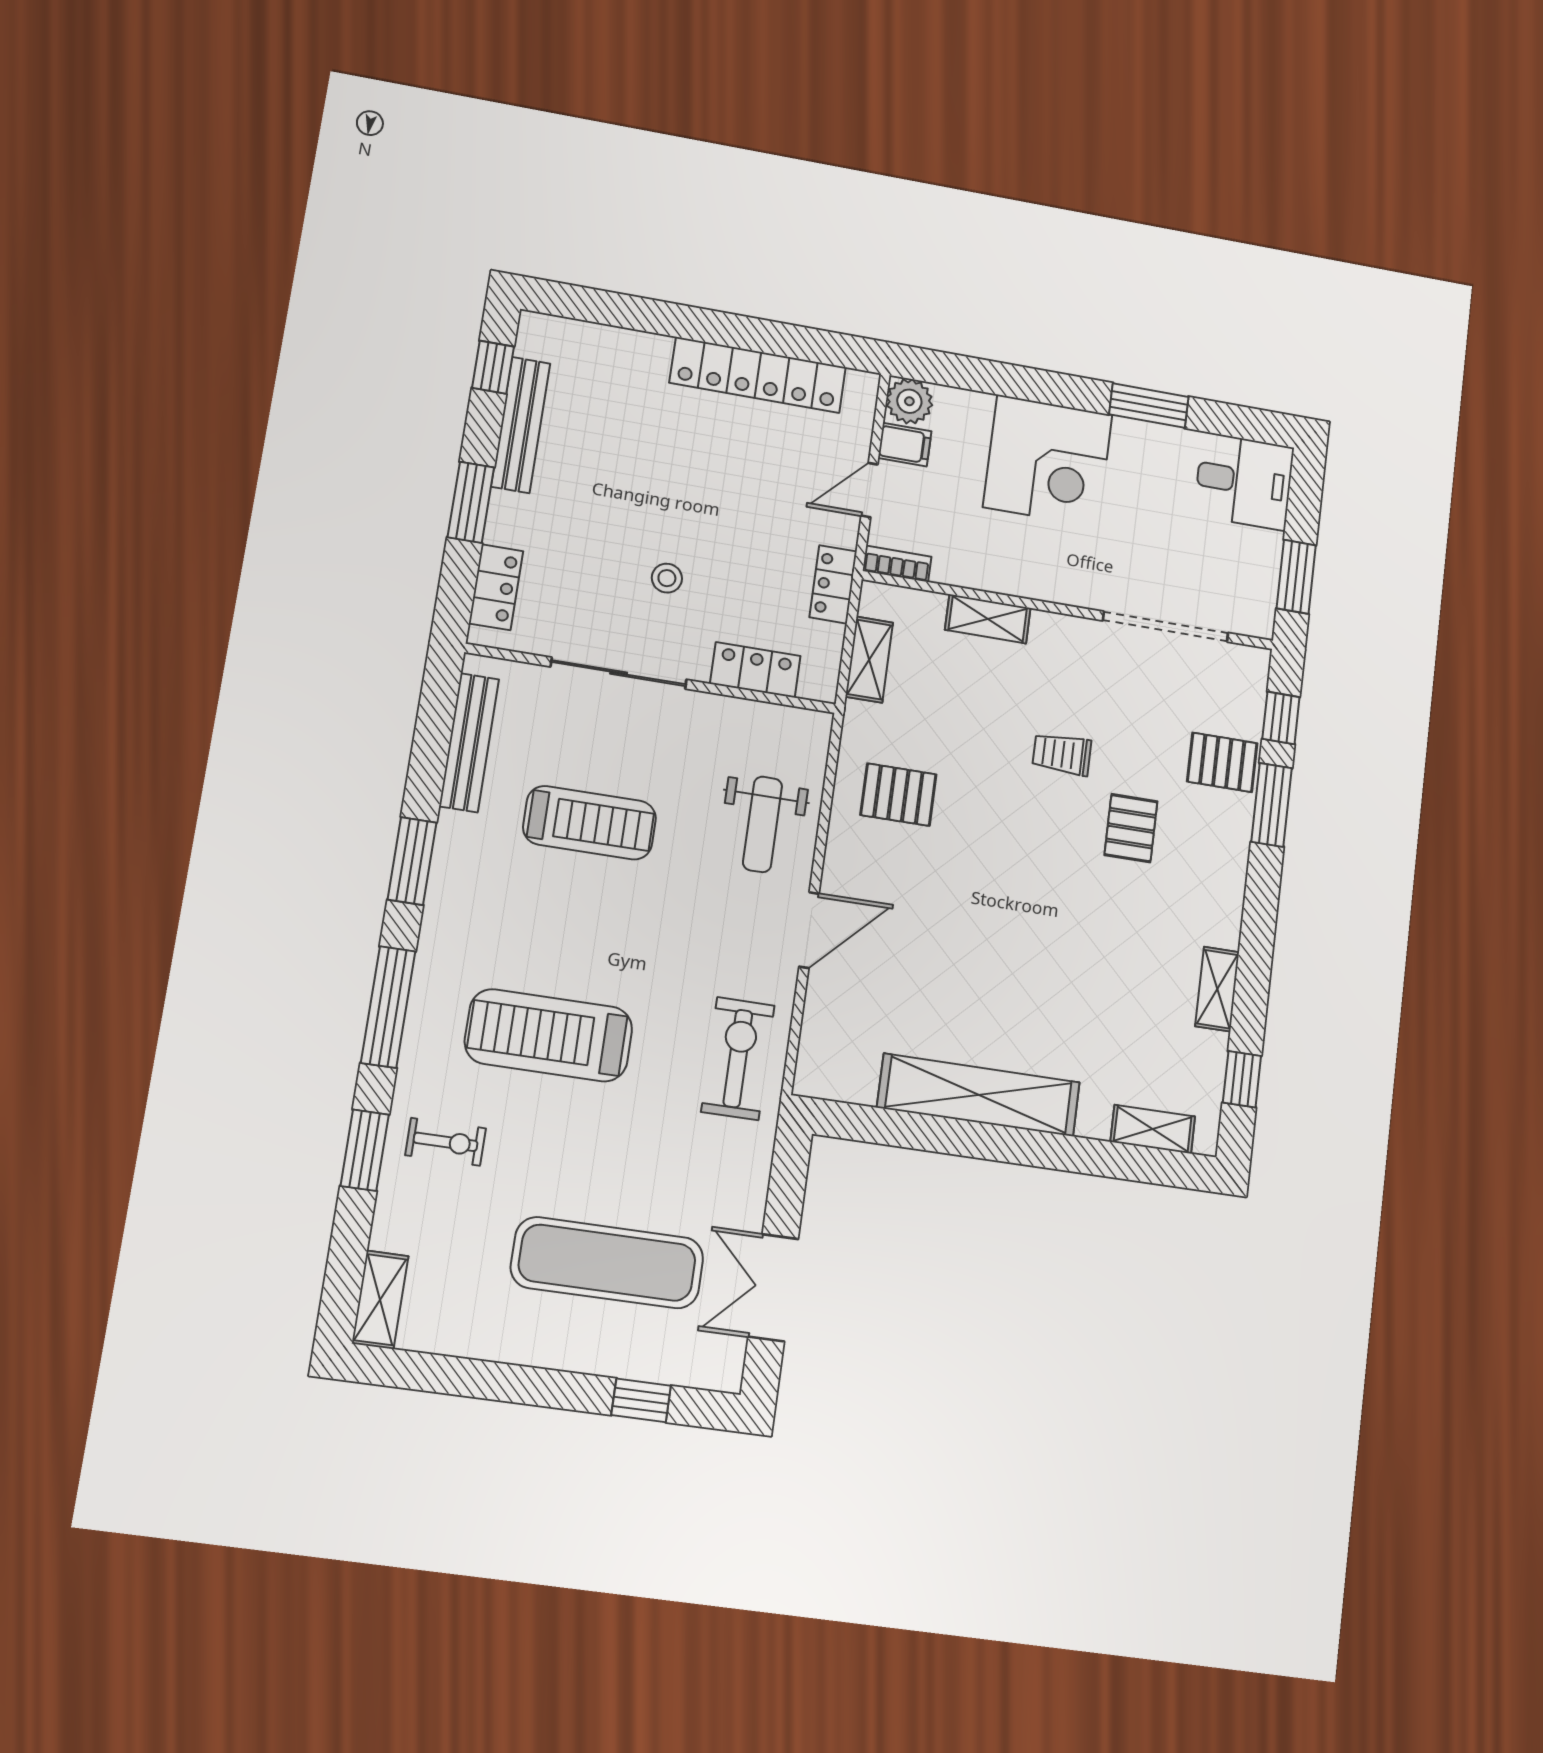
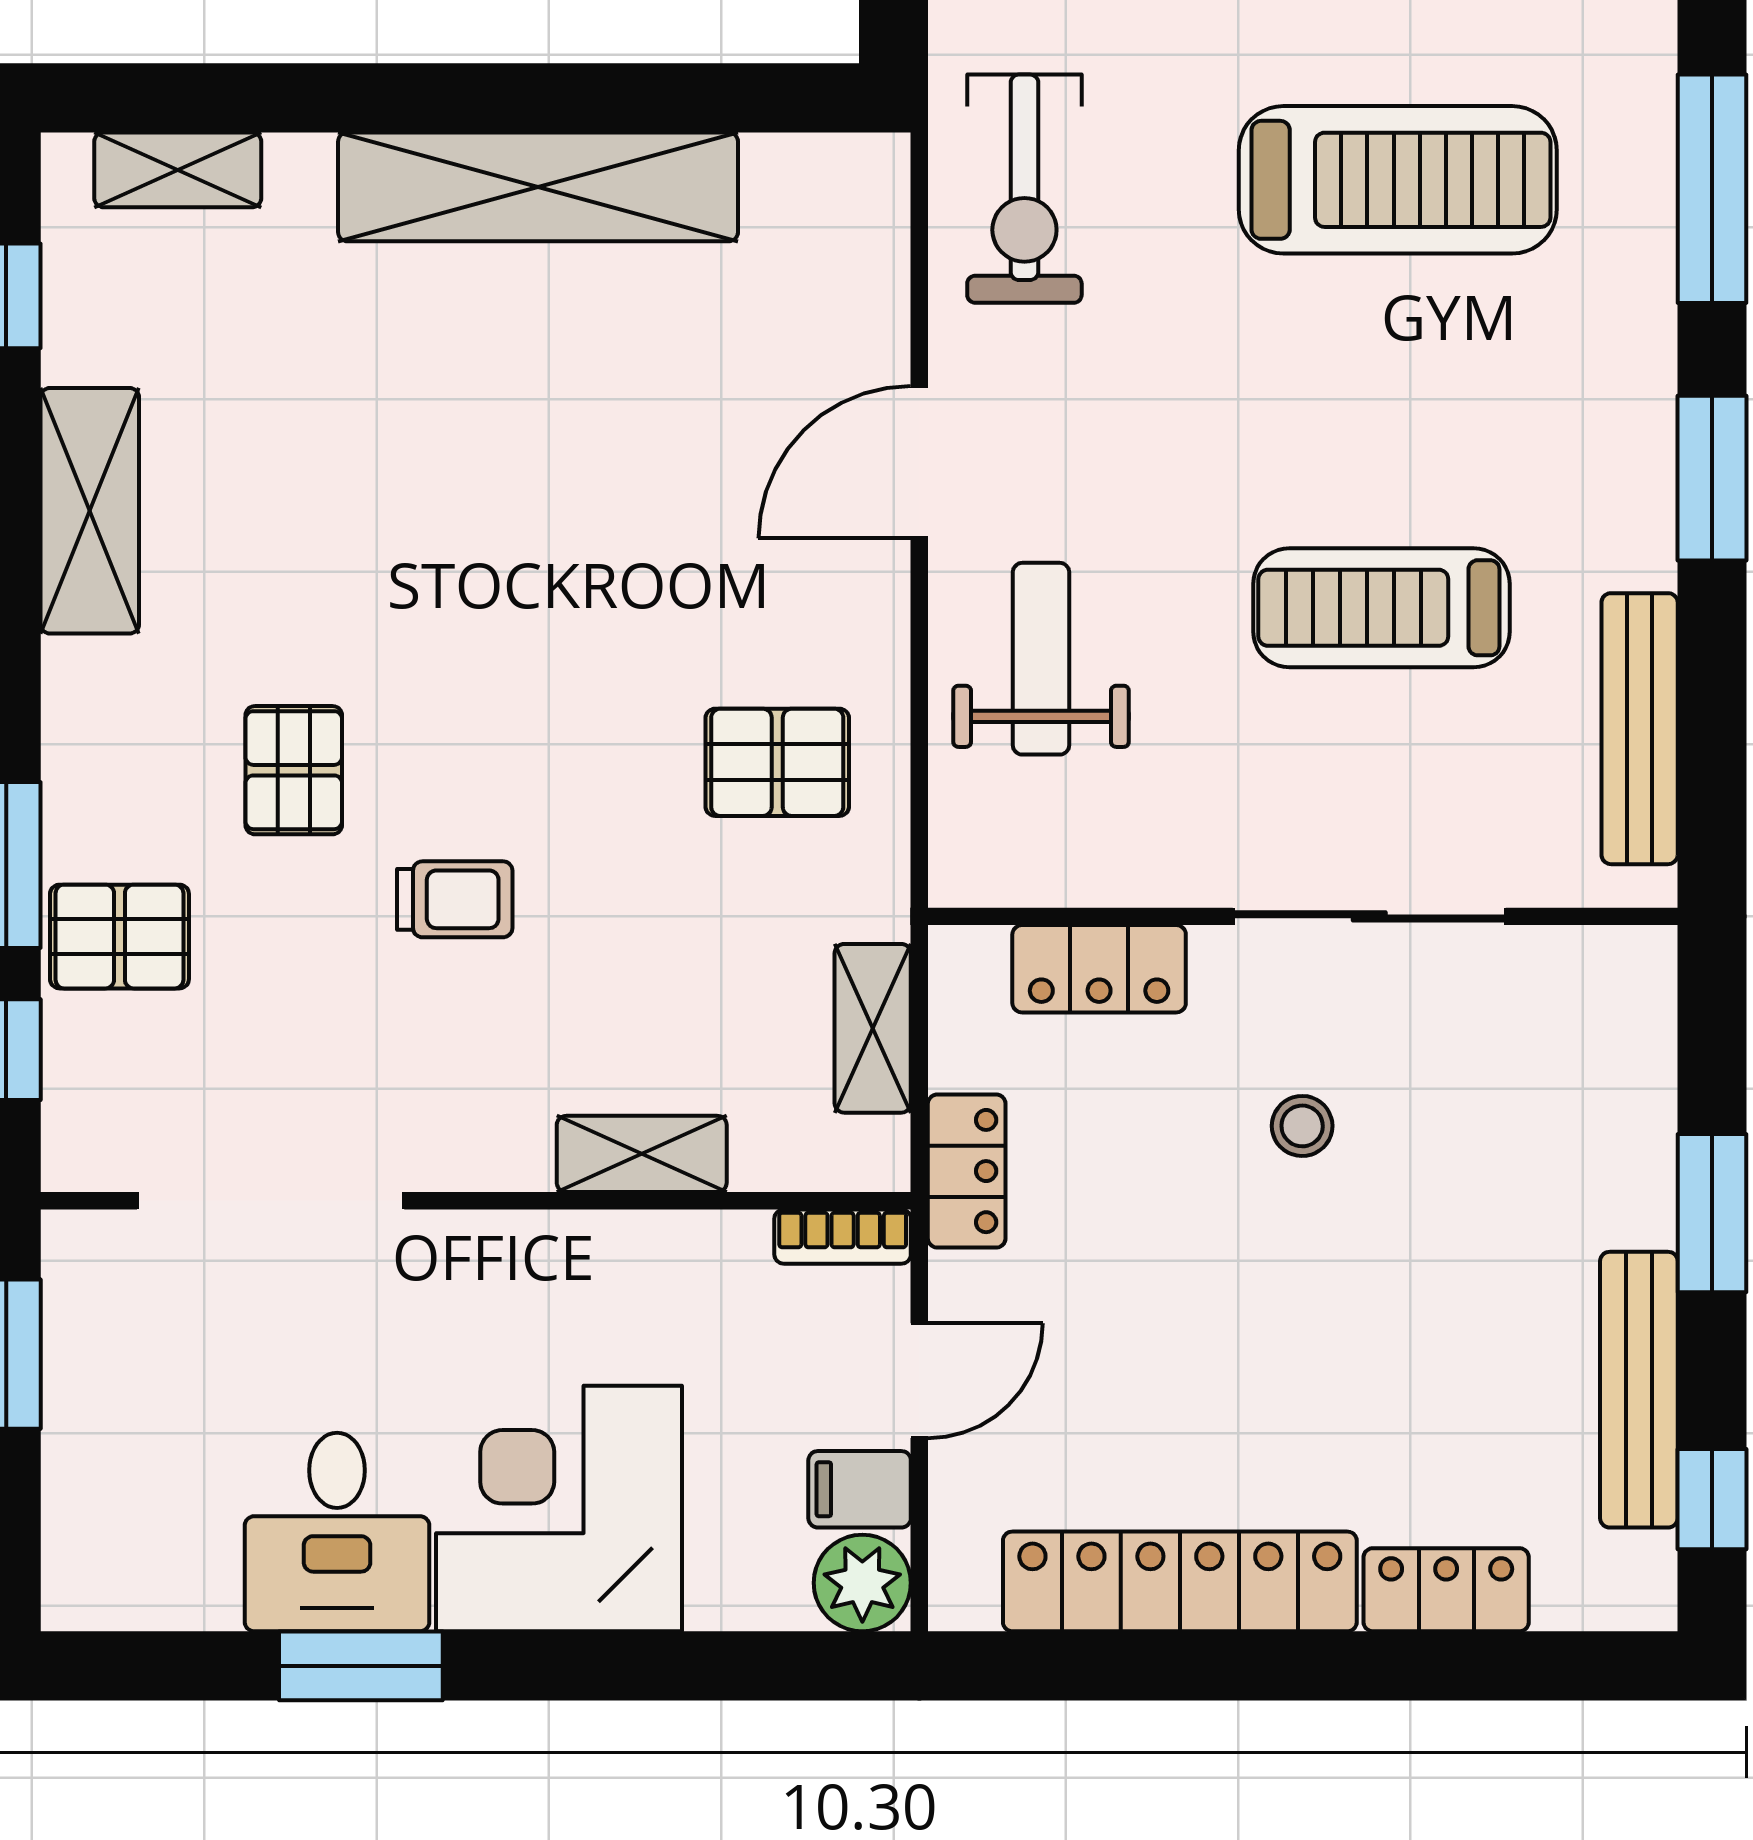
desk: (1244, 481) -> (337, 1532), moved, turned -90
locker: (496, 587) -> (1446, 1590), moved, turned 90
shelving: (1217, 989) -> (90, 511), width x1.50, depth x1.33

